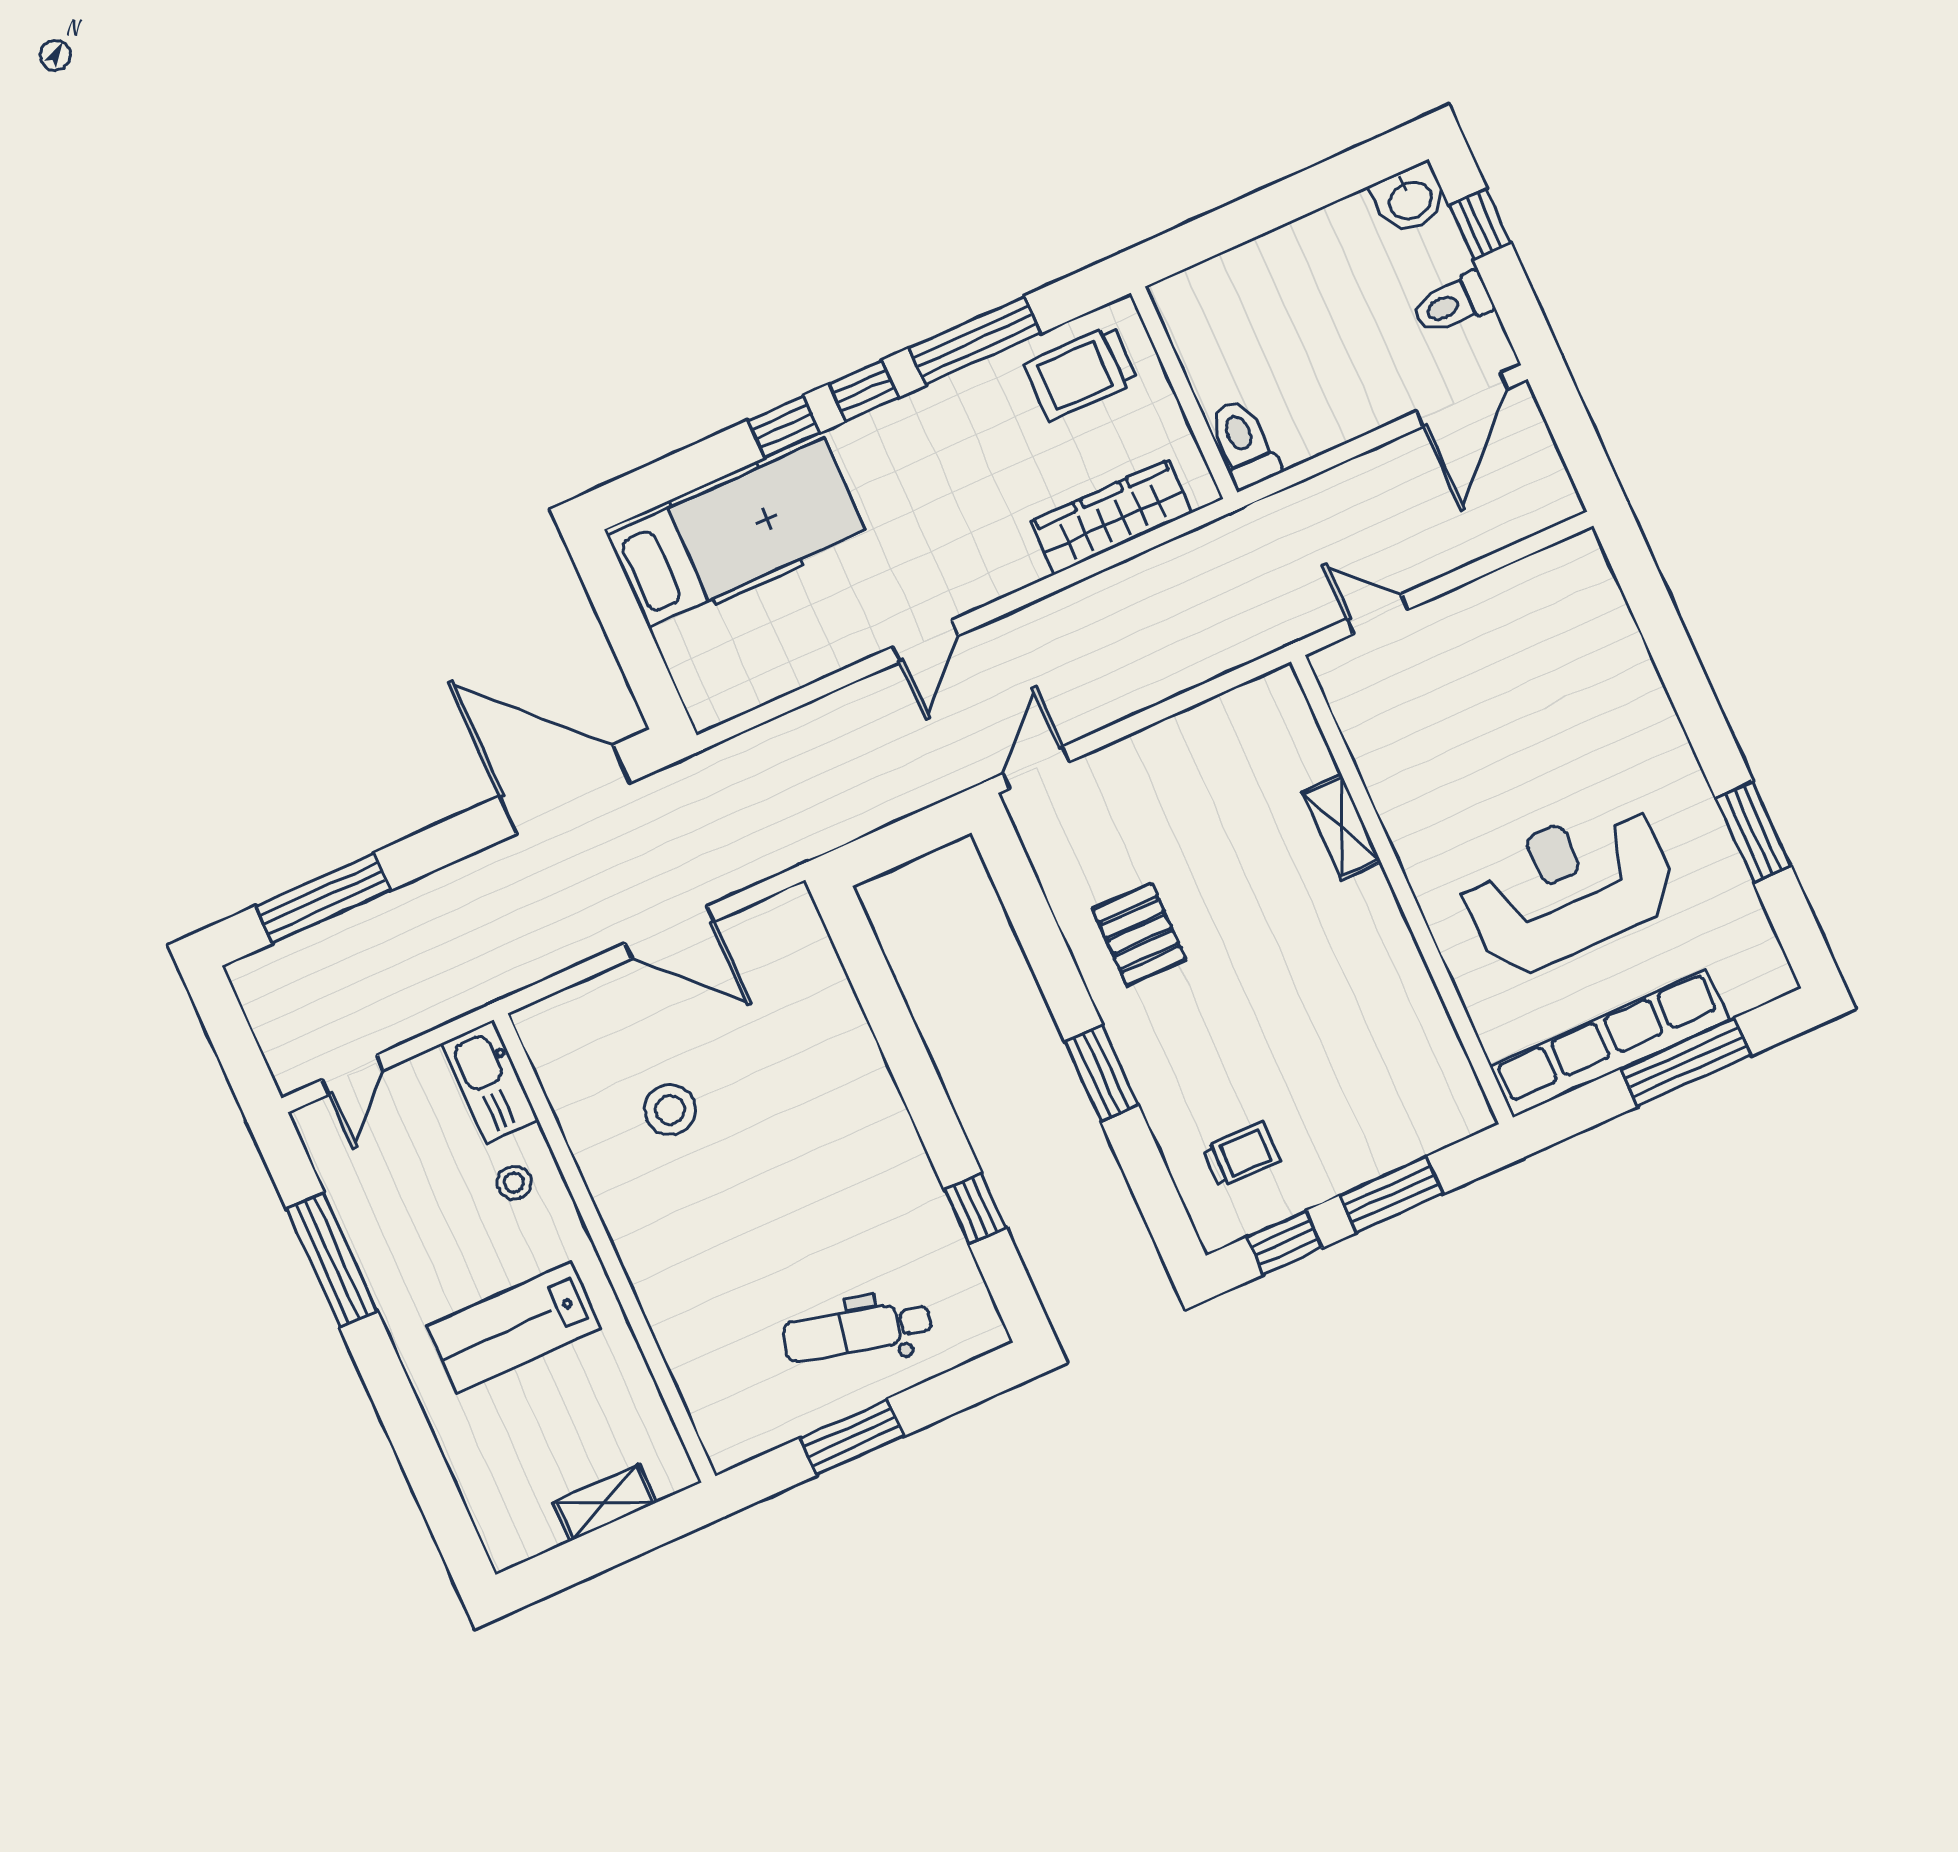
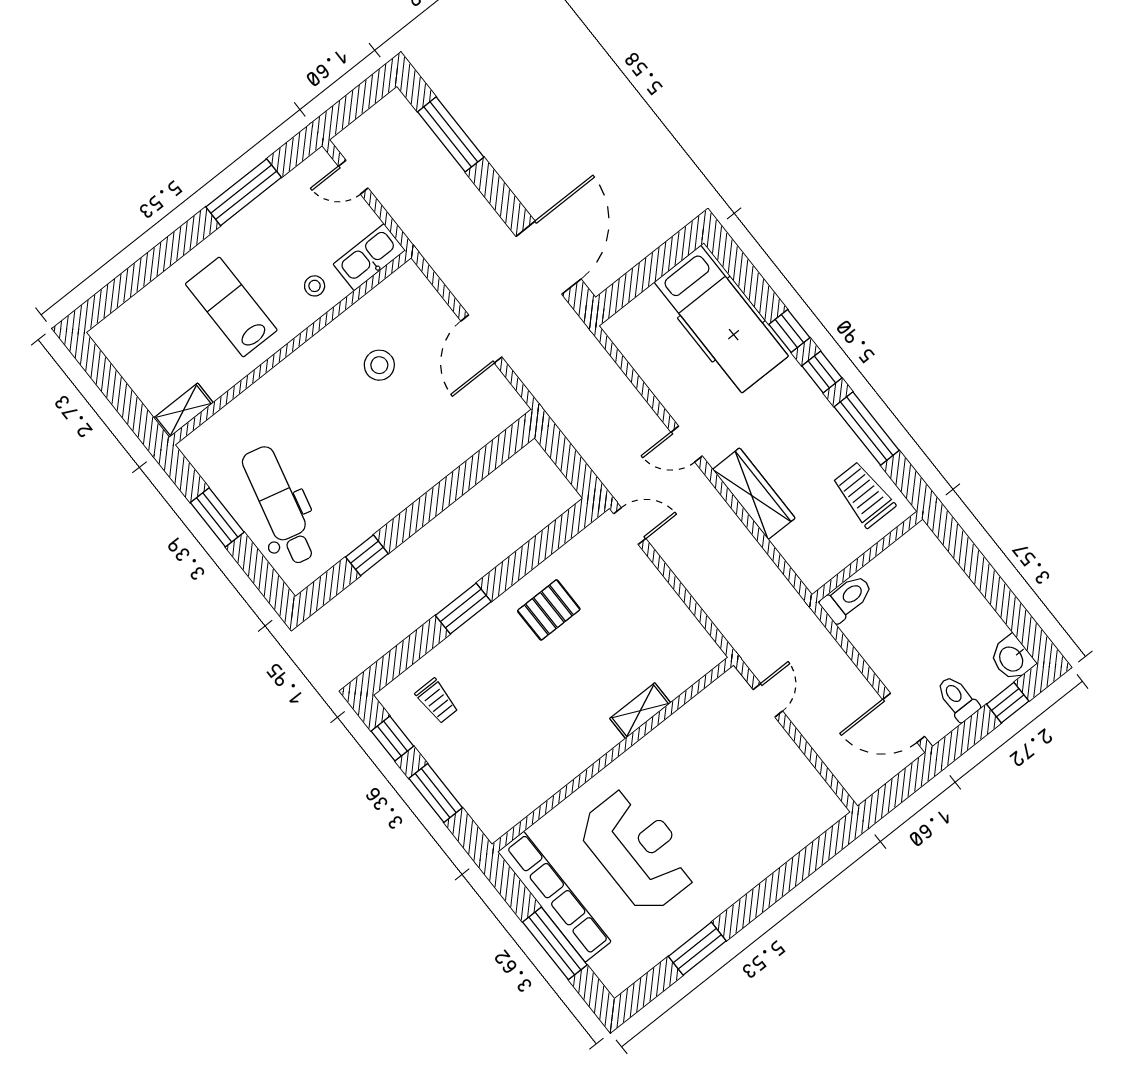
wardrobe: (1111, 517) -> (754, 494), moved
dental chair: (858, 1331) -> (279, 505), width x1.36, depth x1.38
shelving: (605, 1503) -> (183, 410), moved, turned 90

